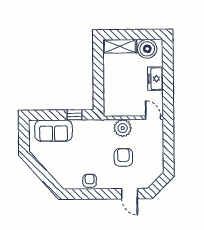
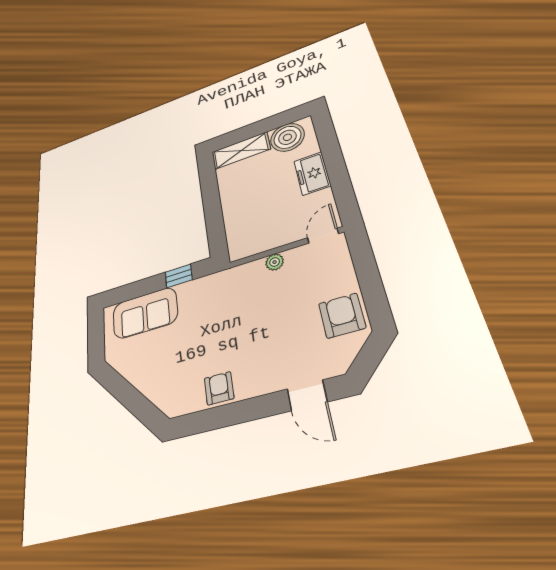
door: (153, 118) -> (323, 236), hinge flipped
plant: (123, 128) -> (275, 262), width x0.53, depth x0.53
armchair: (123, 157) -> (342, 316), moved

